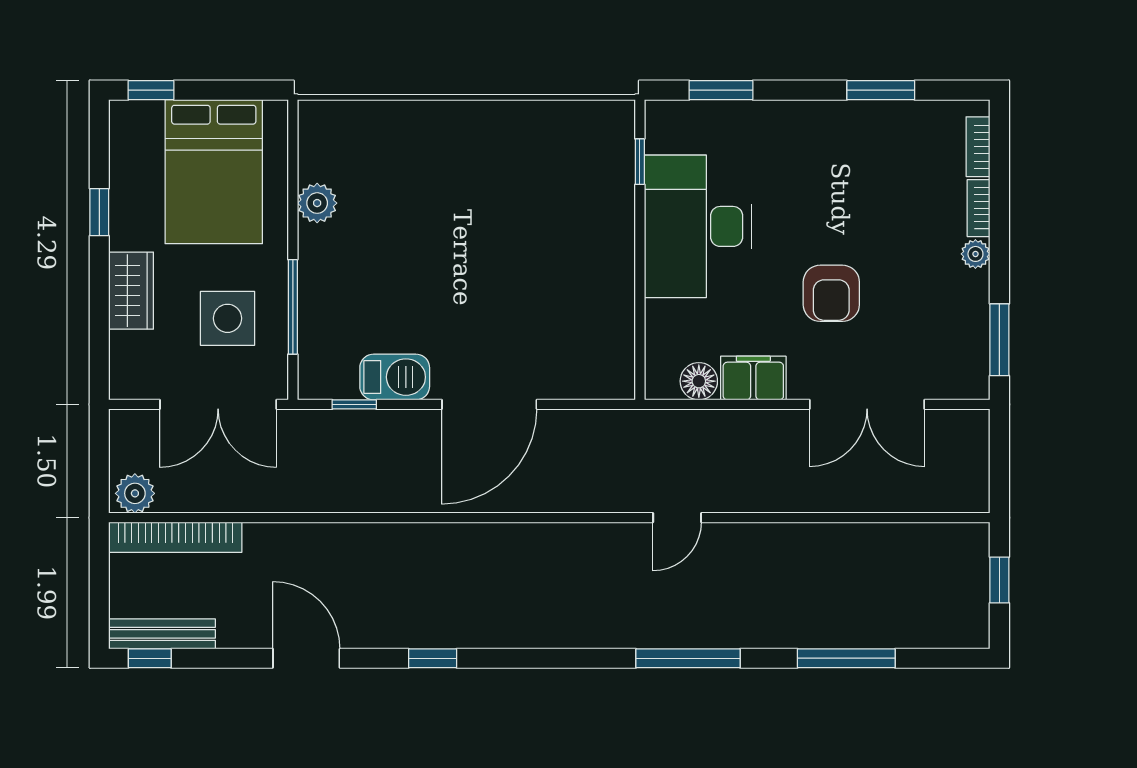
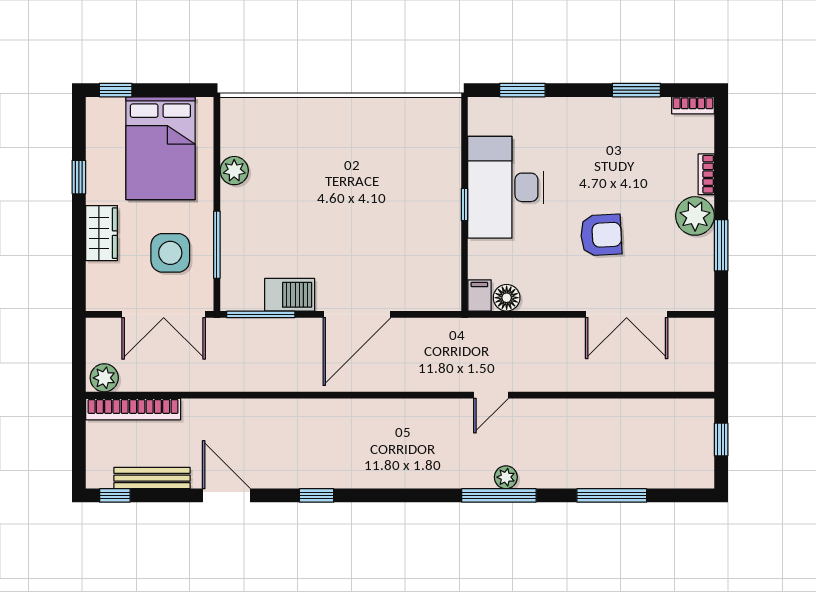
bookcase: (978, 147) -> (693, 105), moved, turned -90
window: (640, 162) -> (465, 205), moved
plant: (975, 254) -> (695, 216), width x1.88, depth x1.88
armchair: (831, 293) -> (601, 235), turned -93
window: (999, 340) -> (721, 245), moved
filing cabinet: (753, 378) -> (479, 295), moved, width x0.50
window: (354, 404) -> (261, 314), width x2.17
plant: (698, 633) -> (506, 477), added
bench: (162, 634) -> (152, 478), moved

